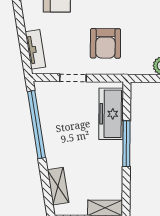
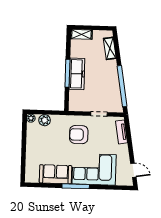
armchair: (105, 43) -> (79, 135), turned -90
freezer: (111, 114) -> (77, 74), moved

